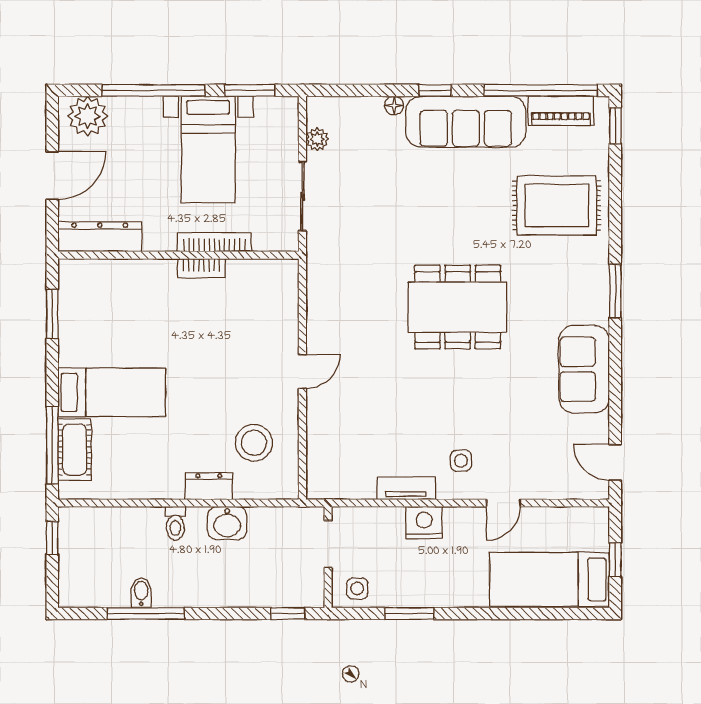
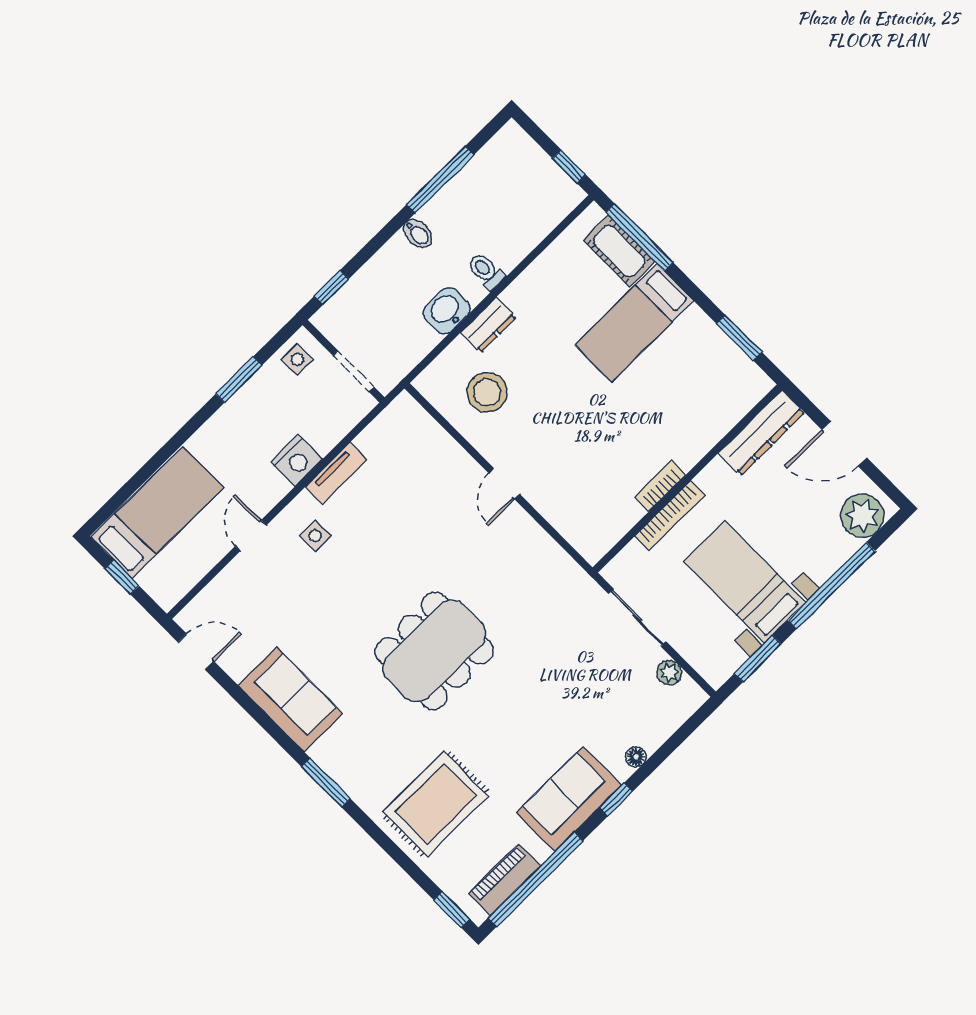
sofa: (466, 122) -> (569, 799), width x0.73
door: (52, 175) -> (844, 444), hinge flipped
bidet: (141, 593) -> (418, 234), moved

